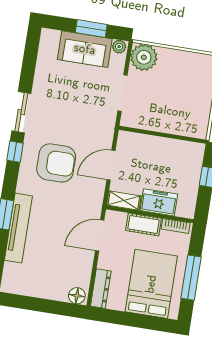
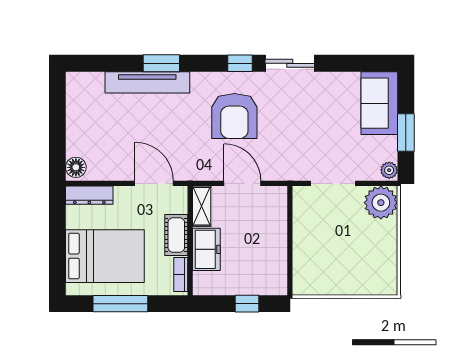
sofa: (85, 49) -> (379, 103), moved

